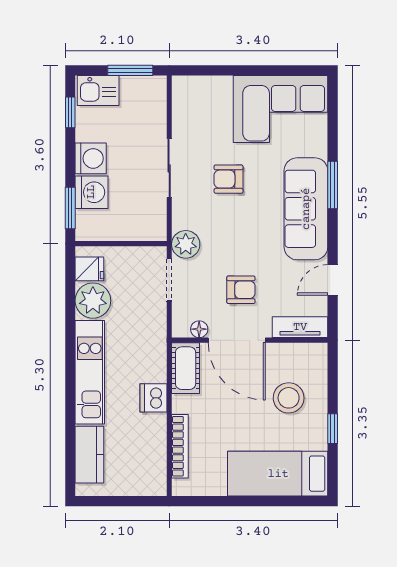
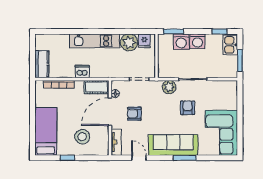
plant: (186, 244) -> (169, 87), moved
armchair: (241, 290) -> (134, 114), turned 90
kitchen counter: (89, 455) -> (42, 64), moved, turned -90

